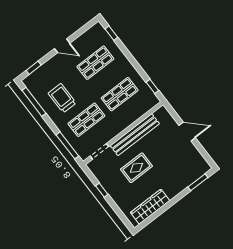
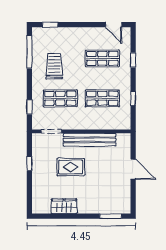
window: (111, 33) -> (133, 60), moved
door: (62, 46) -> (114, 25), moved
window: (152, 86) -> (133, 98), moved
window: (67, 145) -> (29, 107), width x0.46
wardrobe: (150, 207) -> (64, 206), width x0.67

